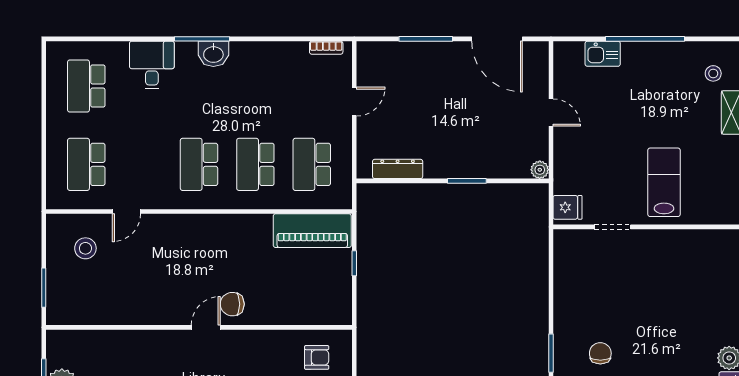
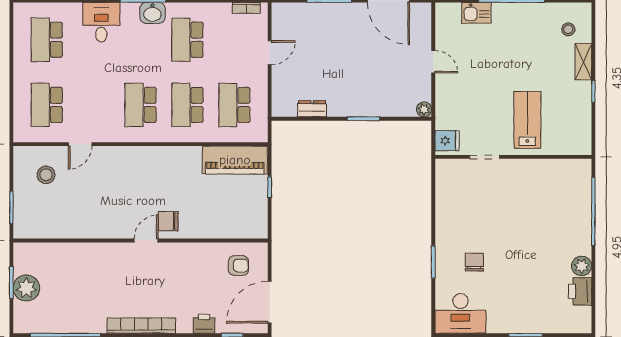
school desk: (255, 86) -> (187, 40), added
dresser: (398, 169) -> (312, 109), width x0.70

